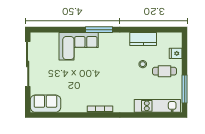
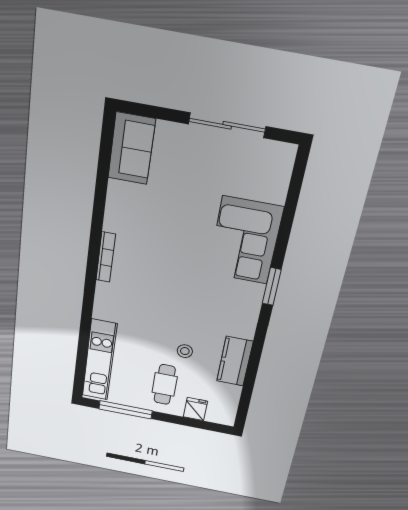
window: (99, 30) -> (272, 286), width x0.69
sliding door: (28, 64) -> (227, 125), width x0.73

